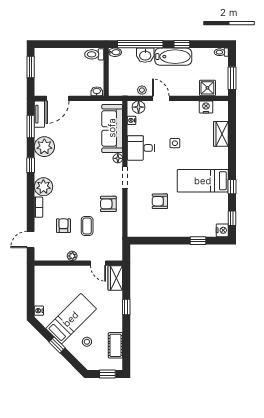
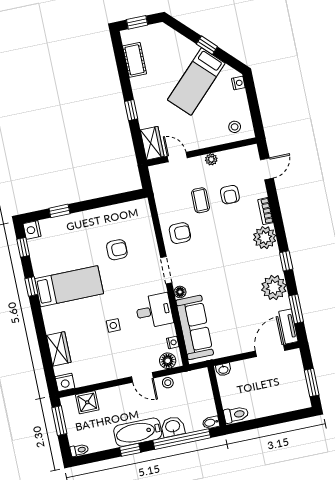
nightstand: (206, 107) -> (65, 382), moved
stool: (87, 342) -> (235, 127), moved

